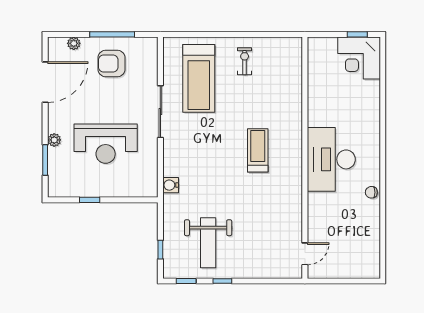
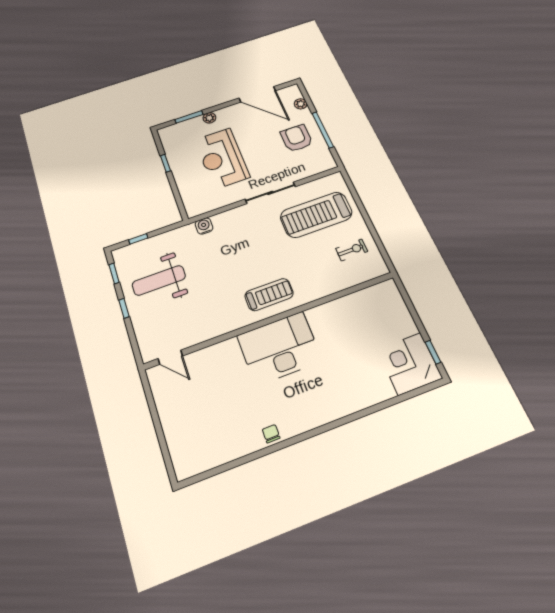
wall: (305, 158) -> (271, 320), moved
desk: (331, 159) -> (279, 348), moved
door: (305, 254) -> (170, 357), moved

